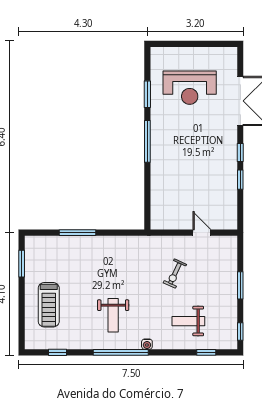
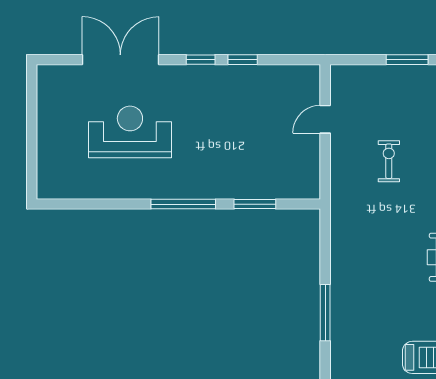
reception desk: (190, 88) -> (130, 132), moved, turned -90
window: (147, 94) -> (255, 204), moved
exercise bike: (175, 274) -> (389, 161), turned -115

